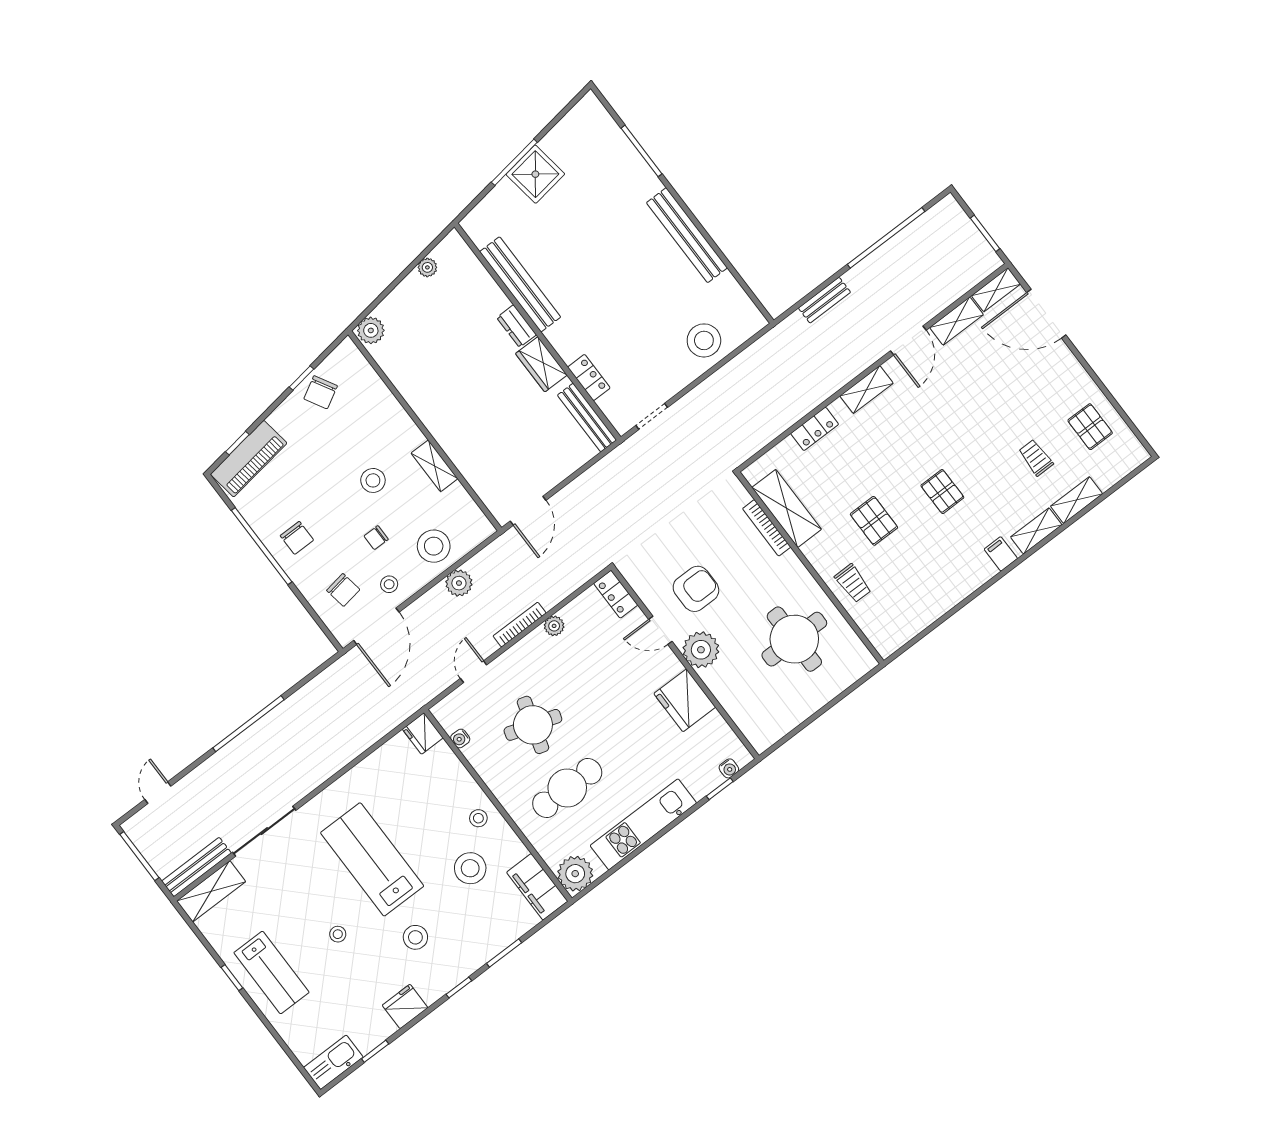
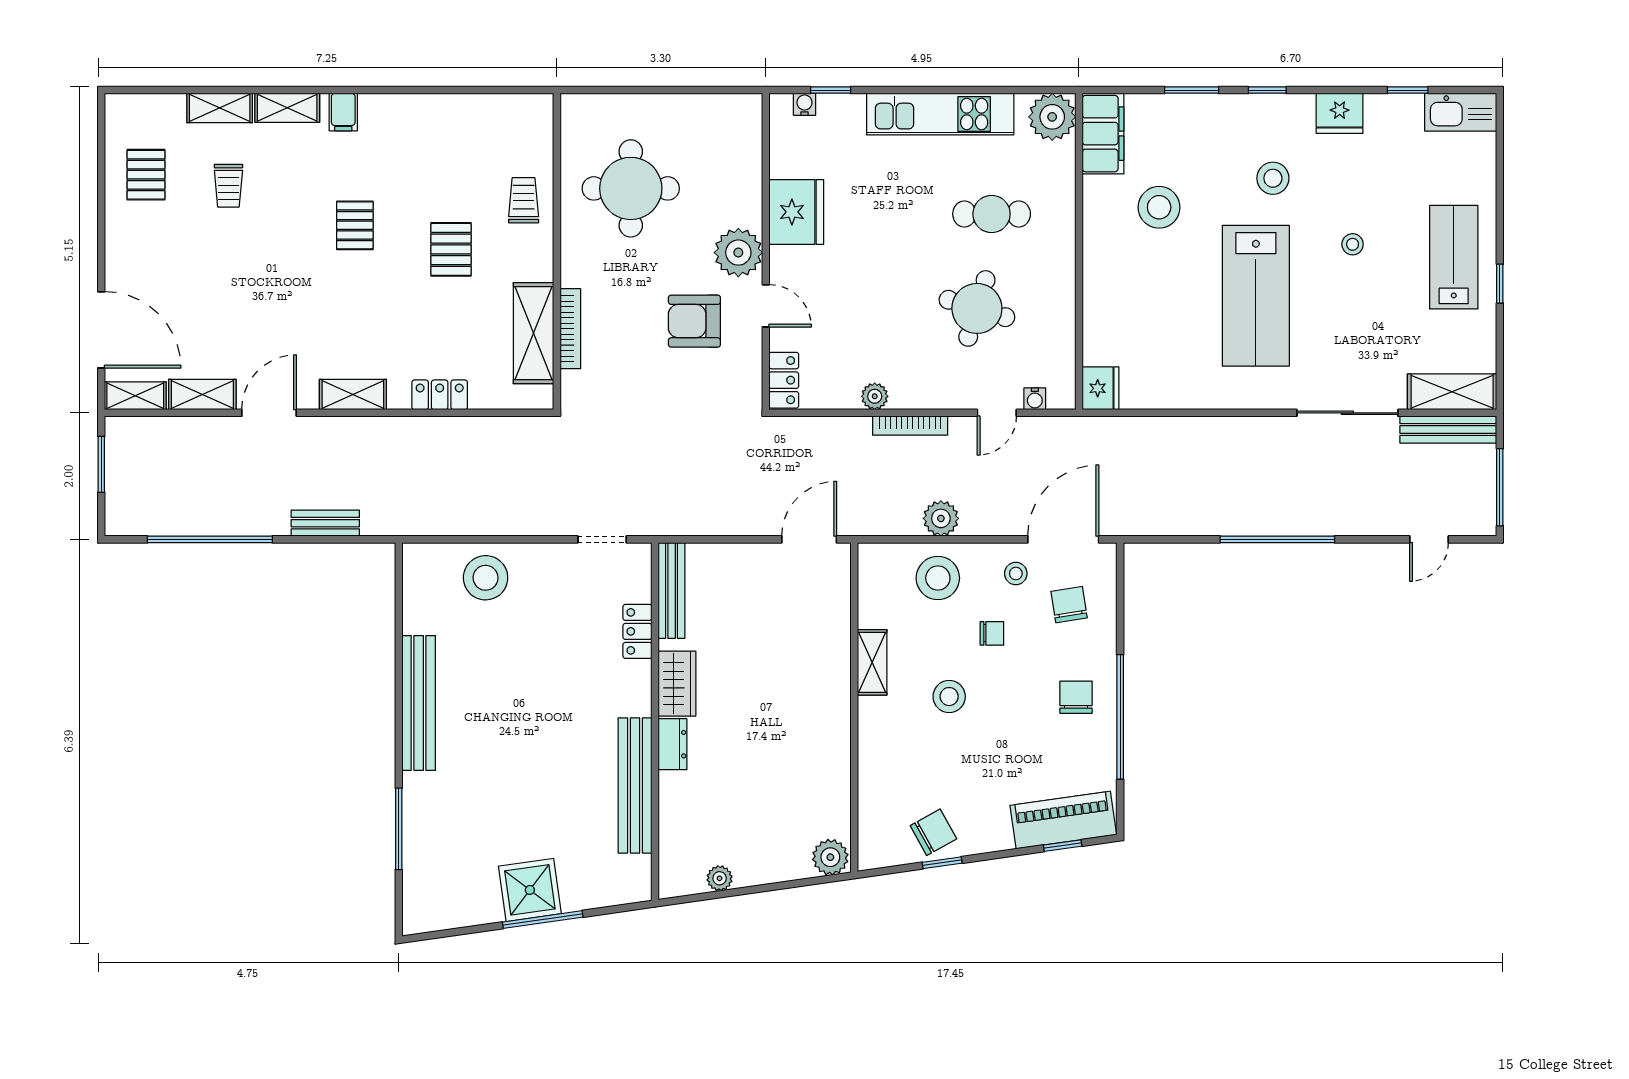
water cooler: (460, 739) -> (1035, 399), moved, turned 90
cafe table: (567, 788) -> (992, 214), width x0.73, depth x0.74
stool: (478, 818) -> (1110, 254), removed

